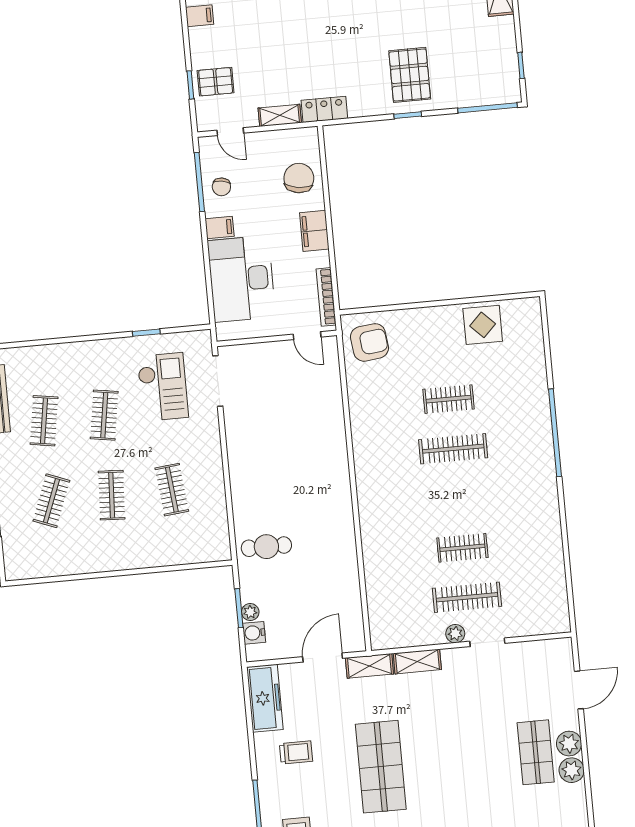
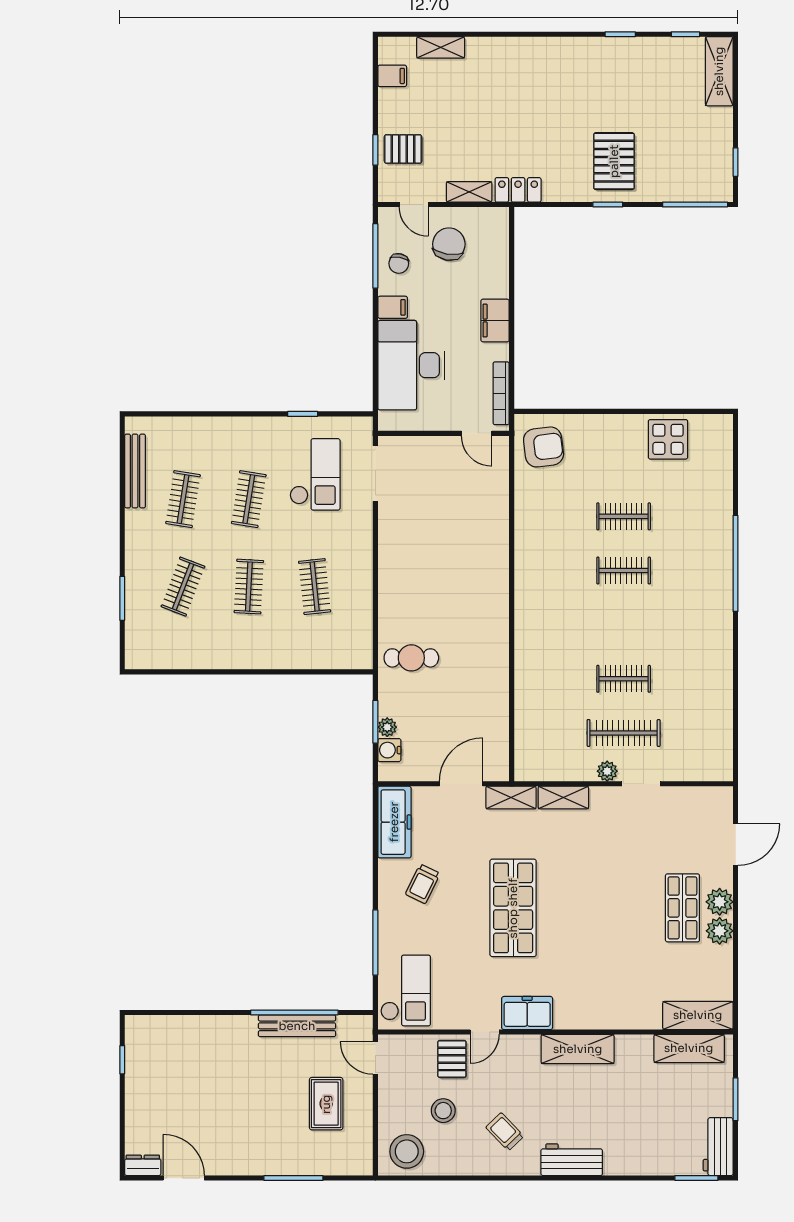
chair: (299, 178) -> (449, 244), moved
clothes rail: (453, 449) -> (624, 571), width x0.73
trolley: (296, 752) -> (423, 884), turned 116

